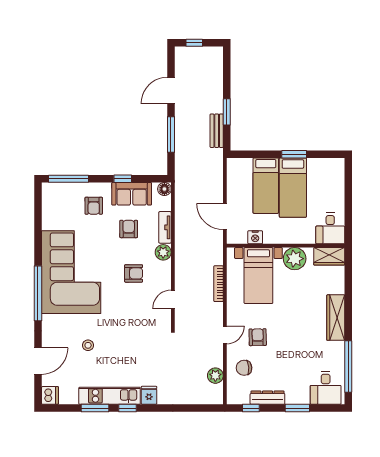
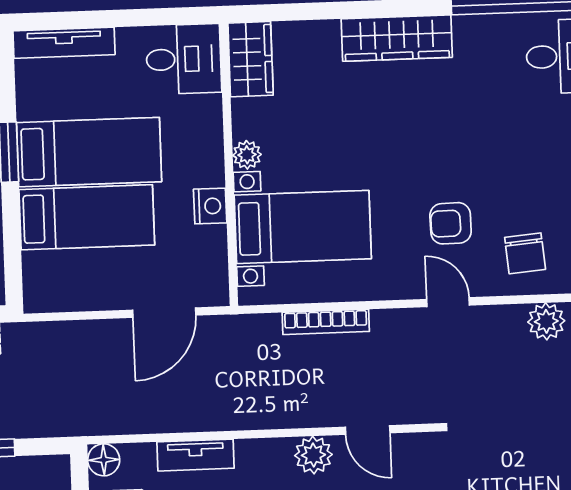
tv unit: (339, 179) -> (64, 43), added
nightstand: (255, 237) -> (210, 206), moved
plant: (163, 252) -> (313, 455), moved
plant: (295, 259) -> (247, 155), width x0.53, depth x0.53

